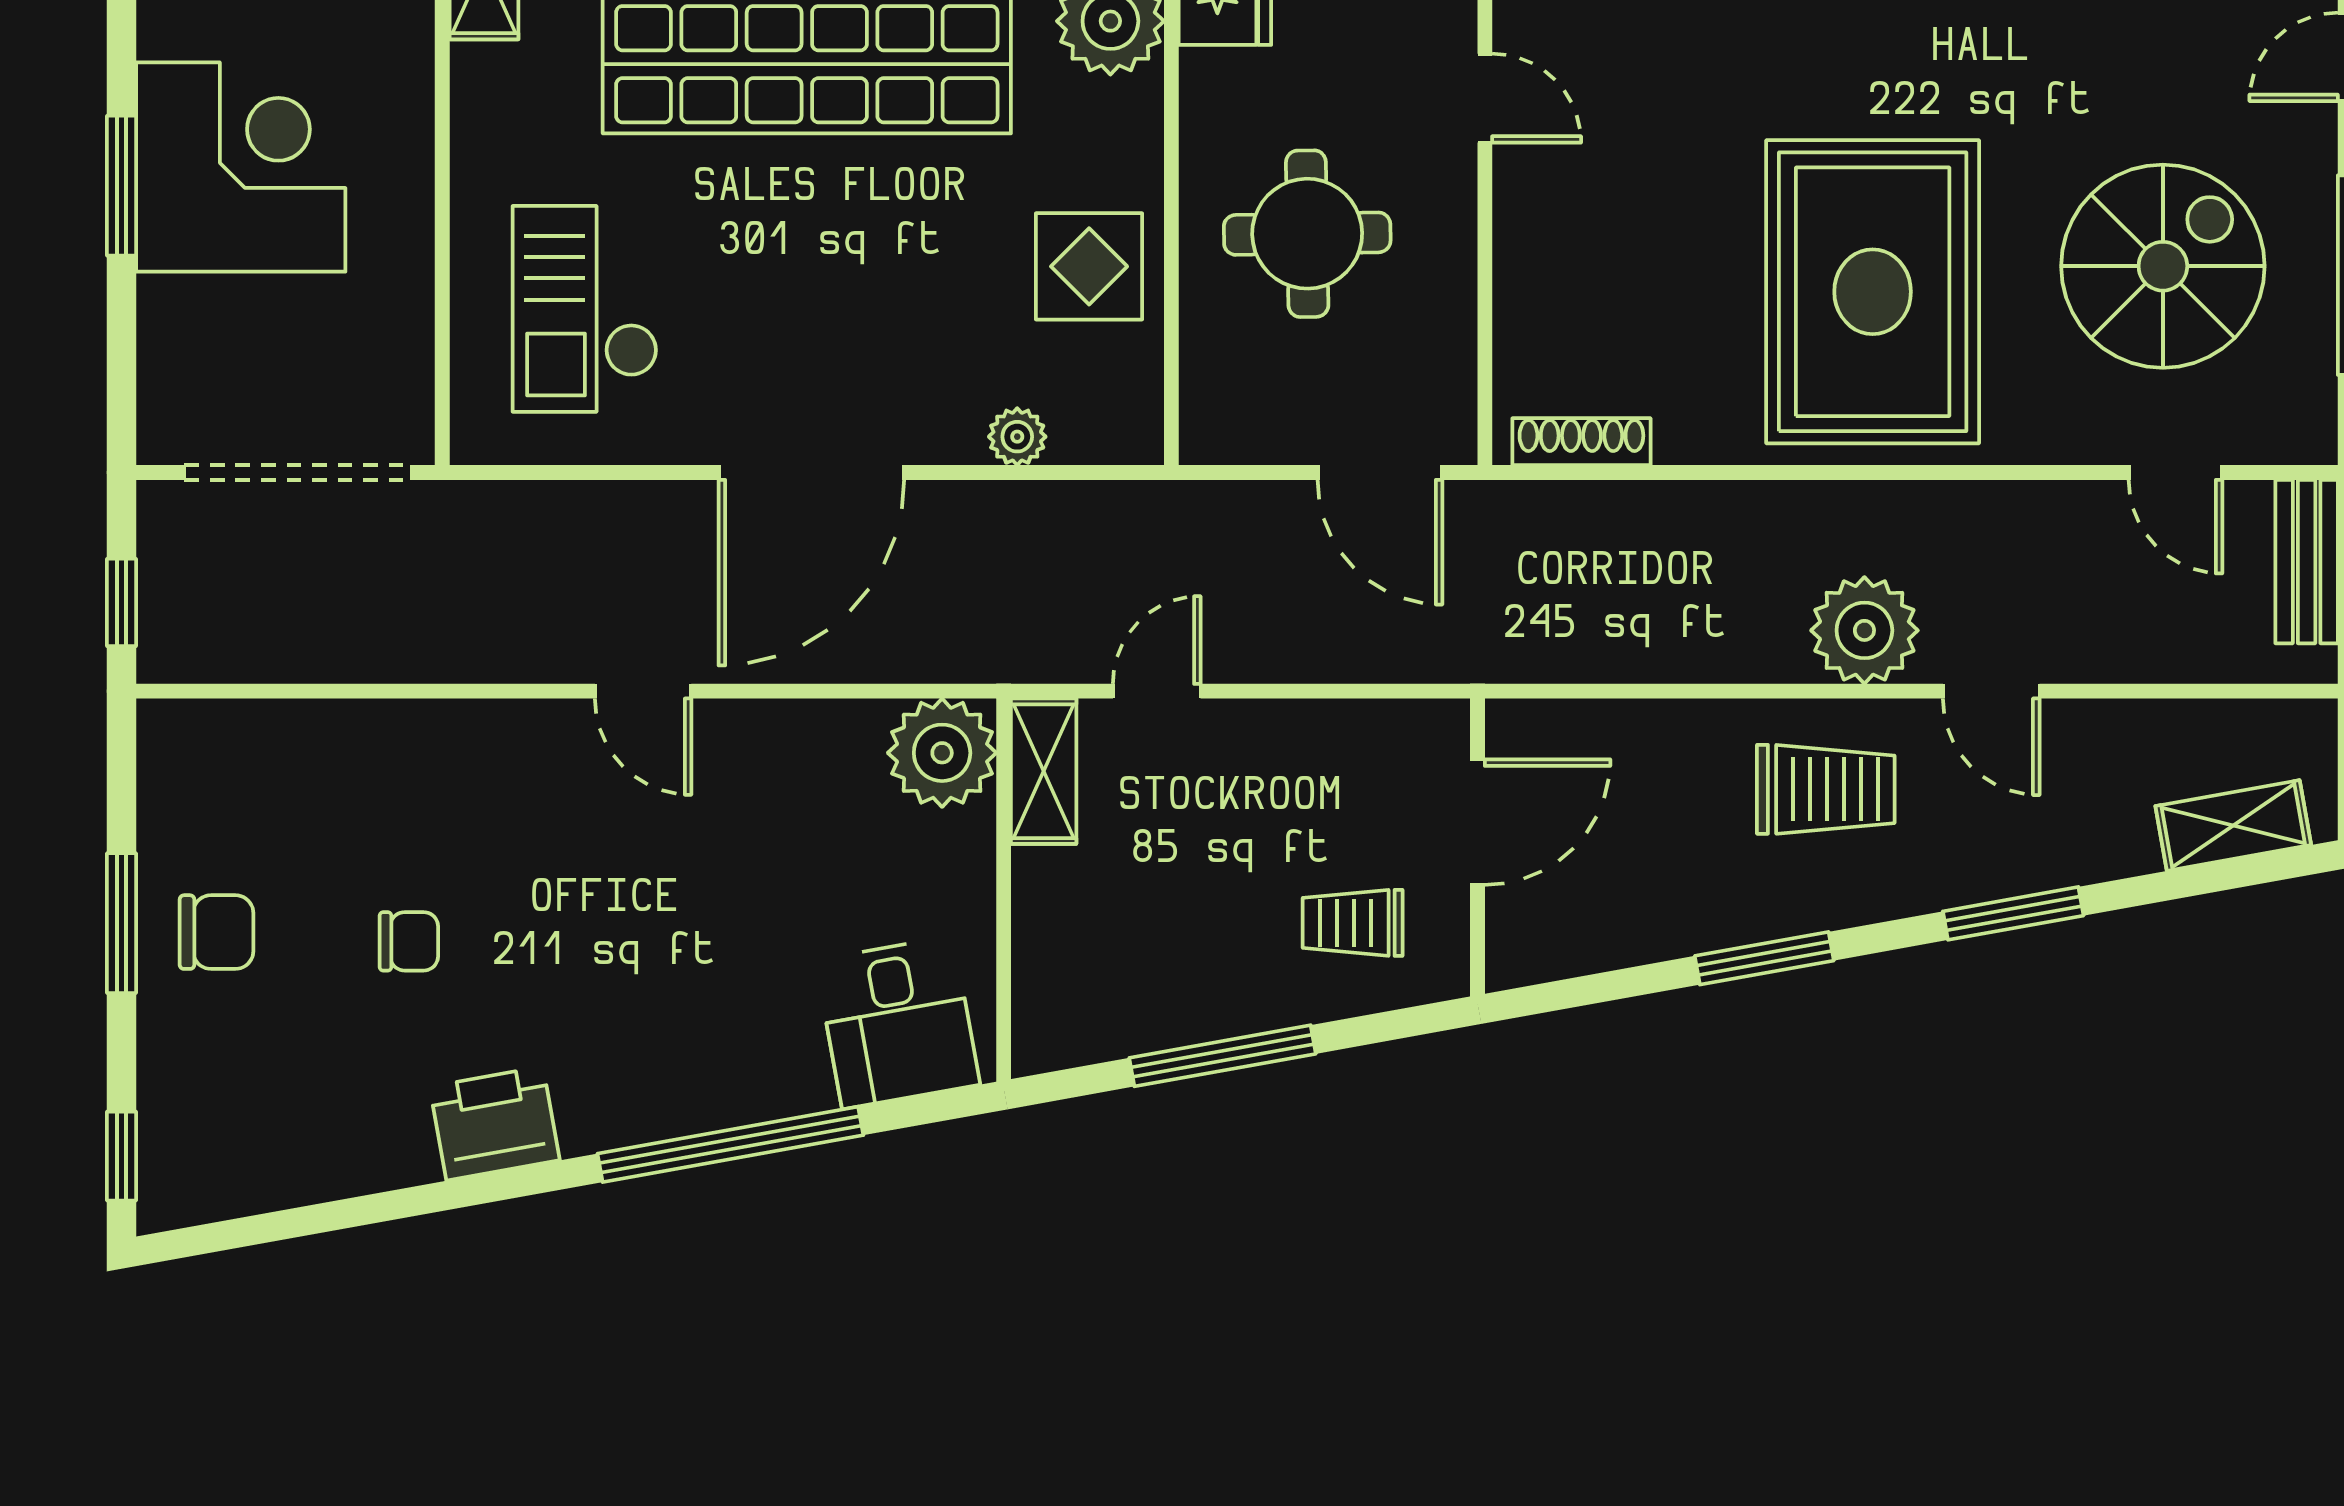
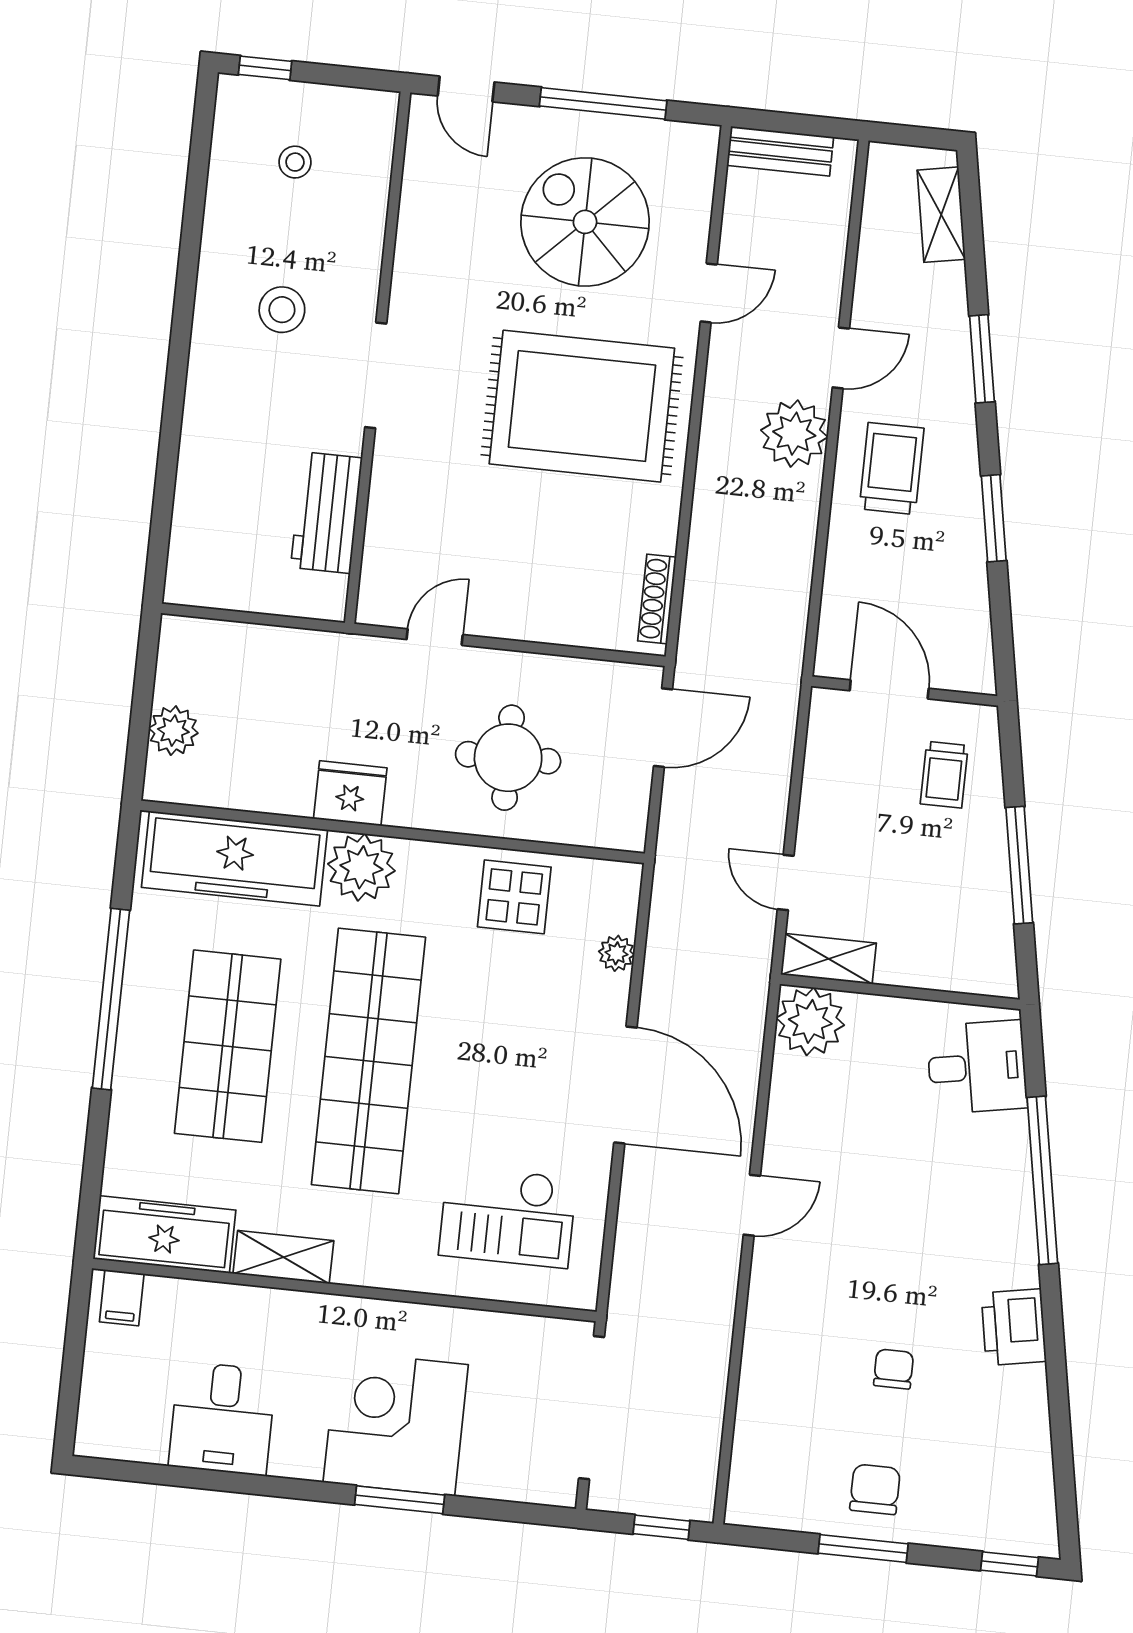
door: (2175, 472) -> (709, 293), moved

